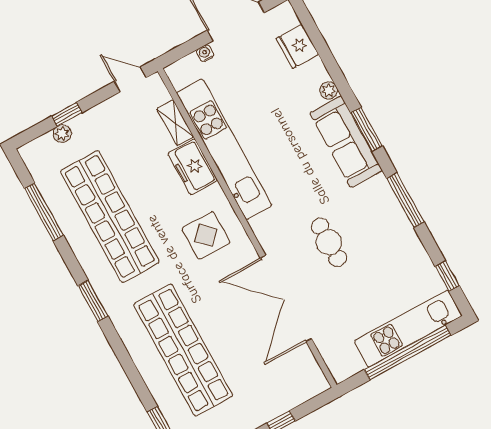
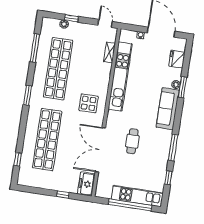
window: (367, 129) -> (182, 87), moved
freezer: (193, 167) -> (86, 184), moved
window: (447, 276) -> (168, 178), moved

